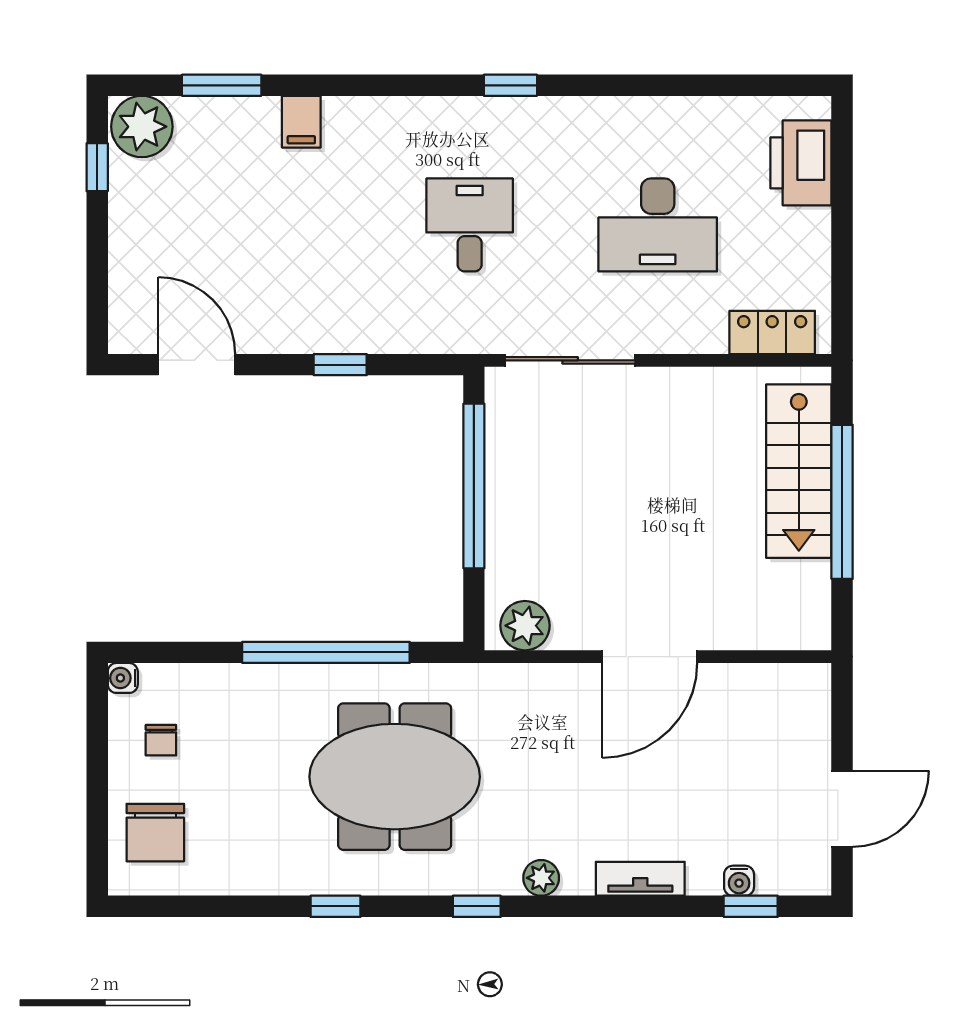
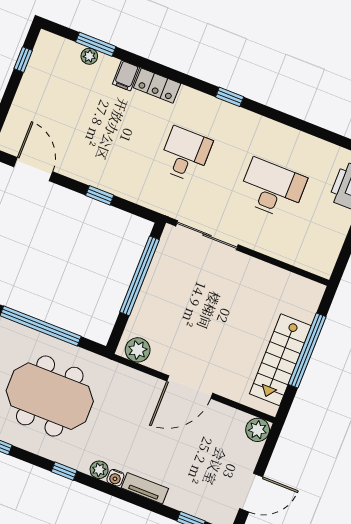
plant: (142, 127) -> (89, 56), moved, width x0.53, depth x0.53
desk: (658, 225) -> (272, 189), turned 180
locker: (772, 332) -> (157, 86), moved, turned 180
stairs: (799, 471) -> (280, 360), moved
plant: (808, 687) -> (258, 430), added
water cooler: (739, 881) -> (115, 478), moved

